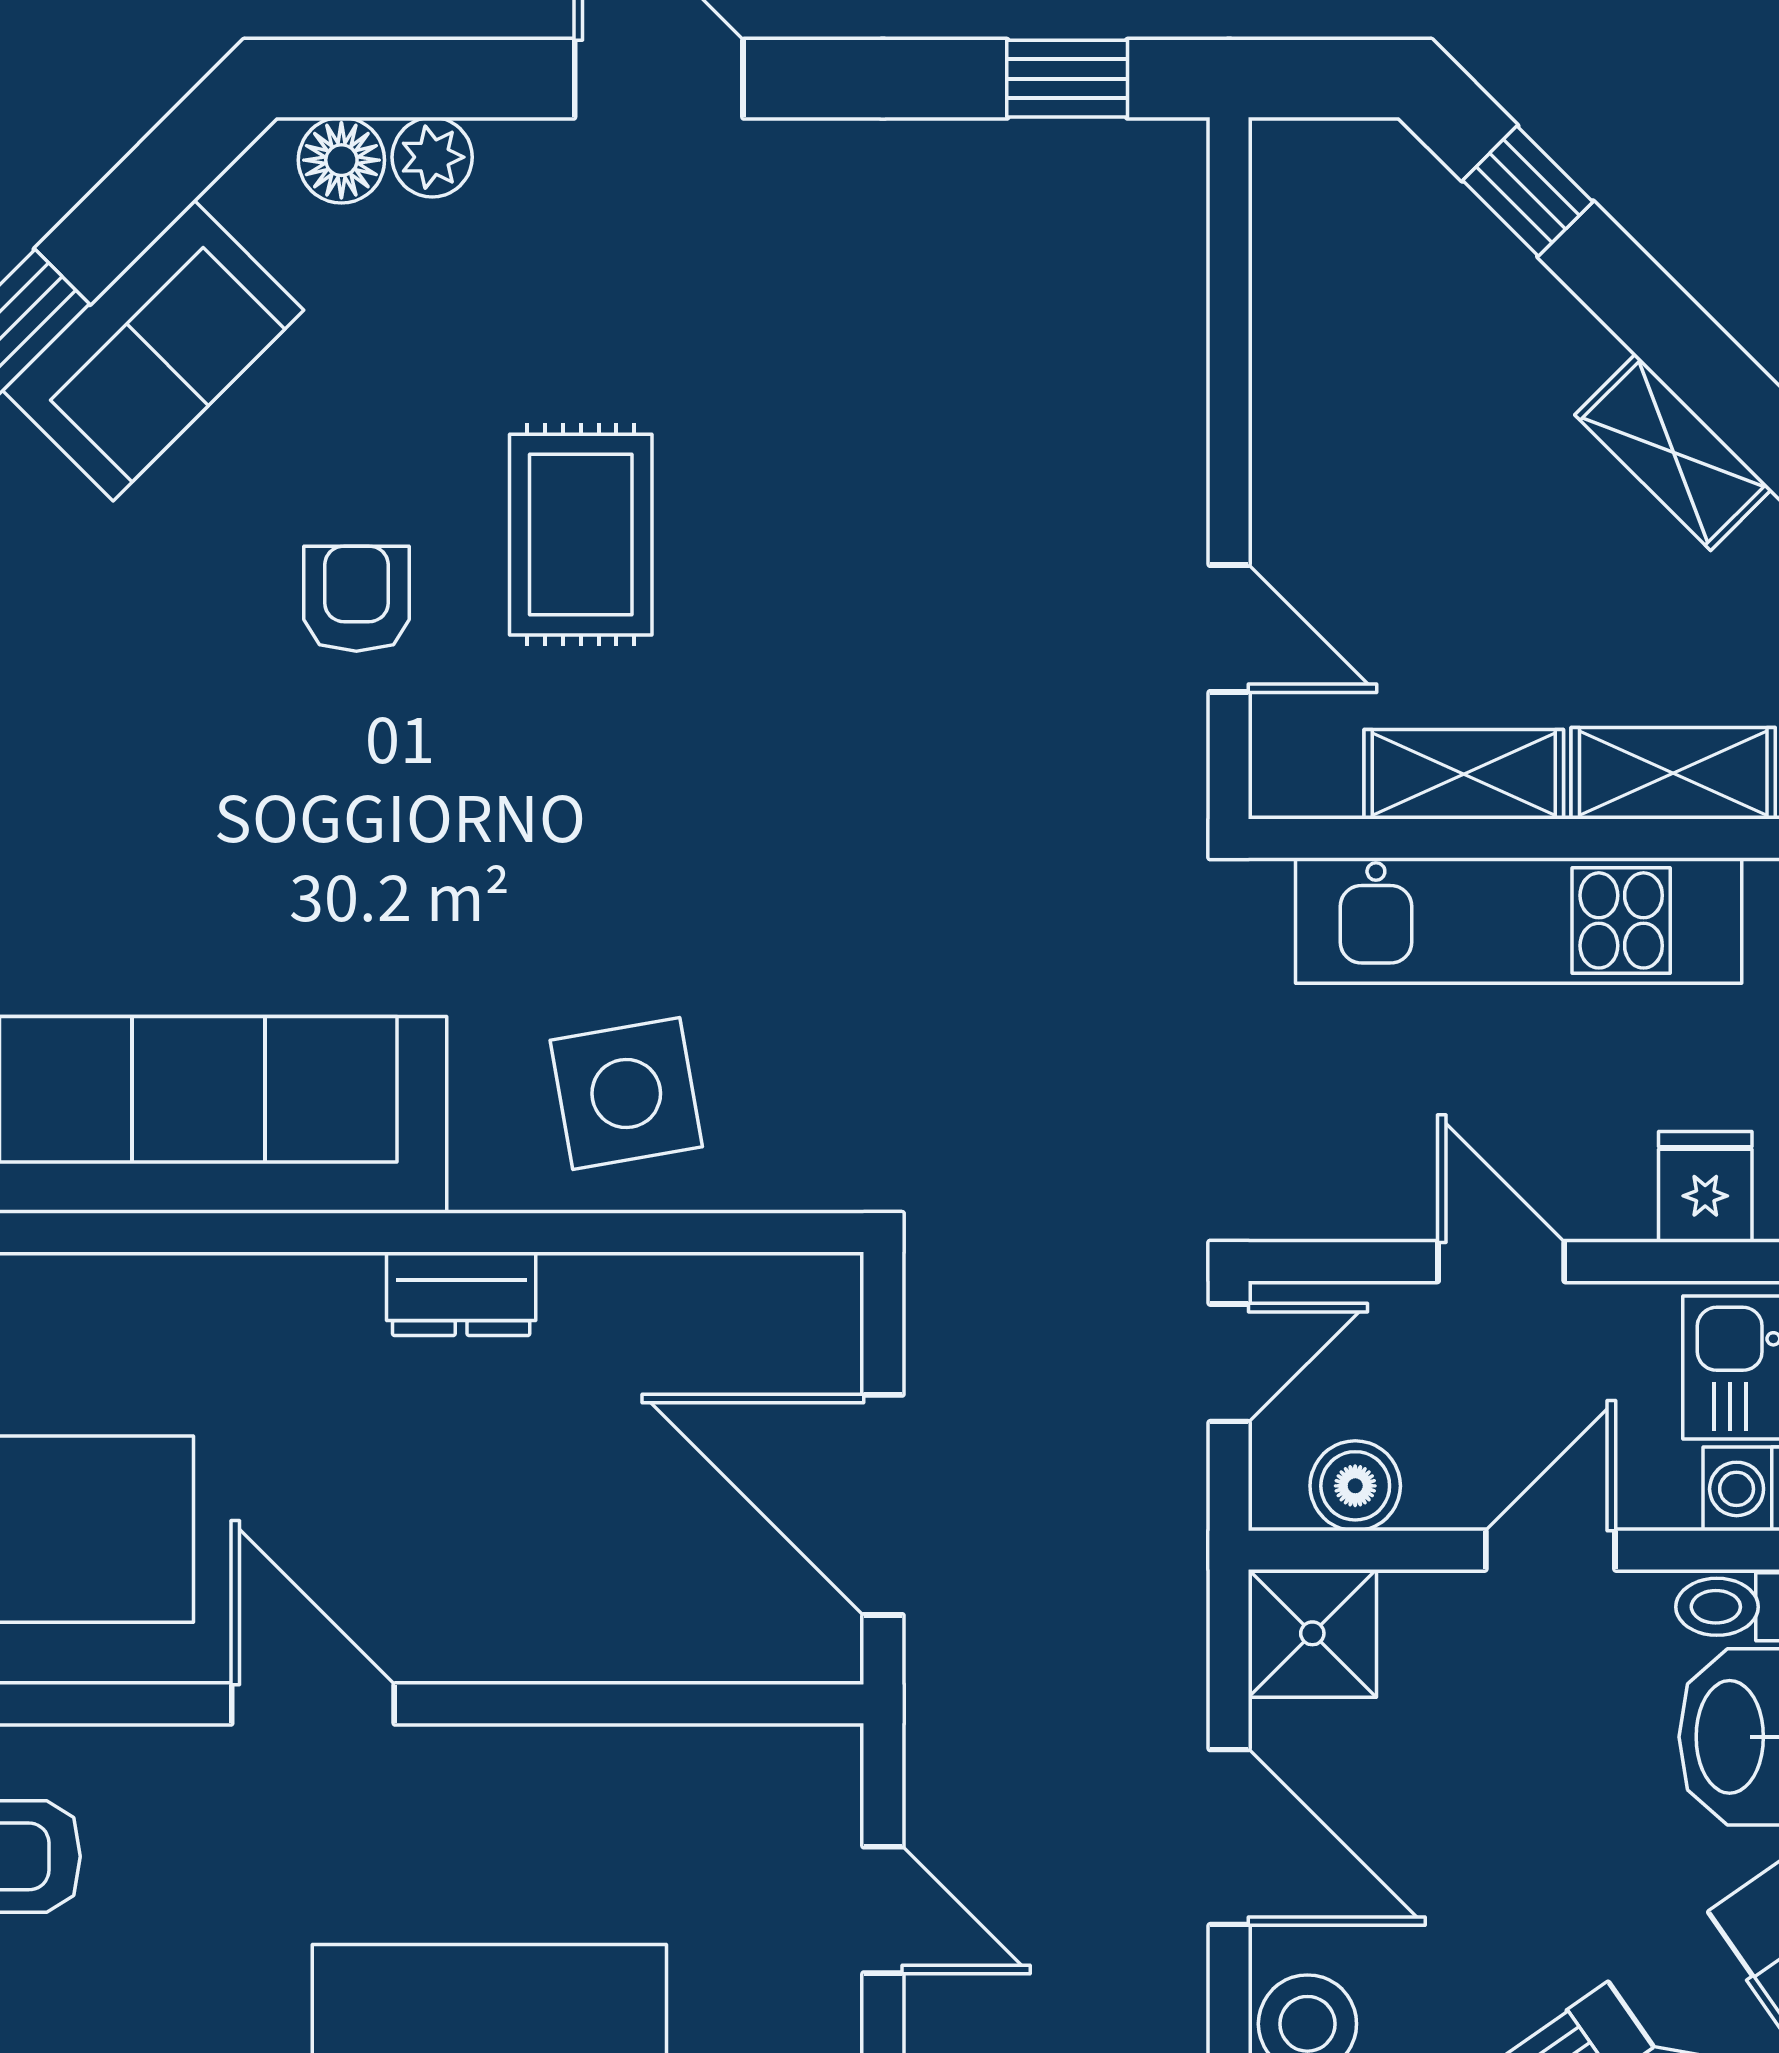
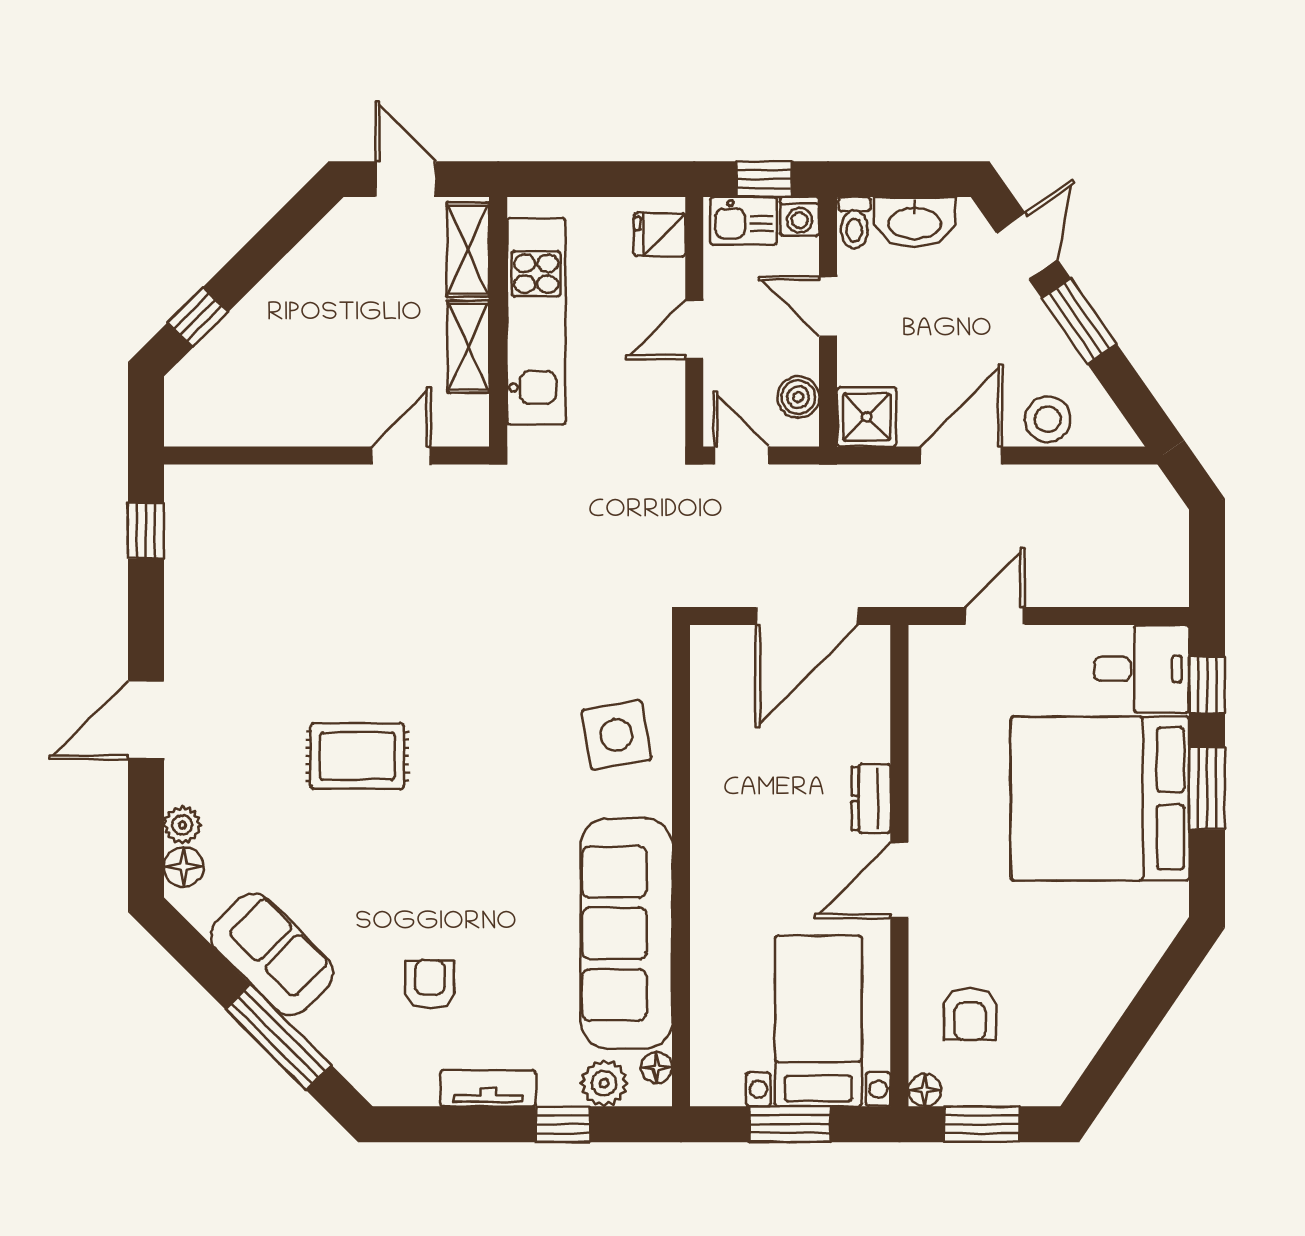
shelving: (1673, 452) -> (319, 250), removed
armchair: (356, 599) -> (430, 984), moved, turned 90
dresser: (461, 1294) -> (871, 798), moved, turned 180

